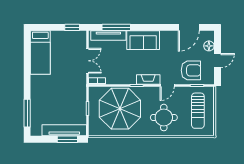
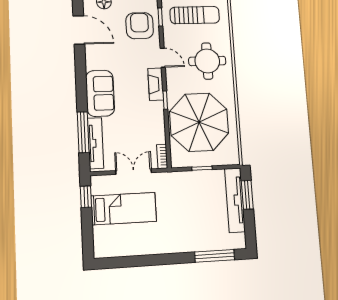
bed: (40, 53) -> (124, 209), moved

